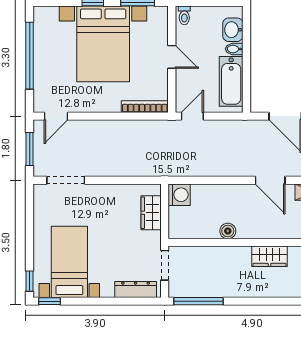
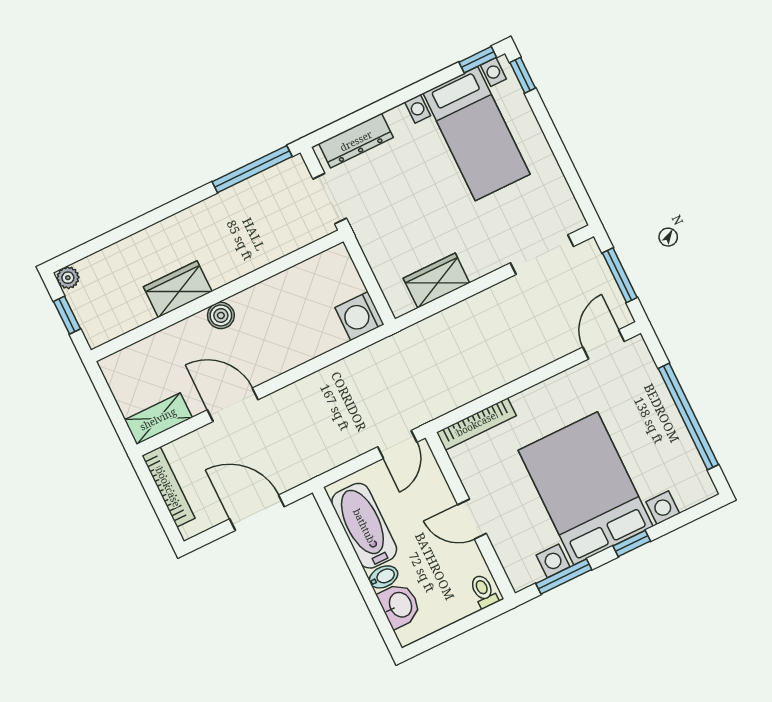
wardrobe: (151, 213) -> (436, 281), moved, turned -90
boiler: (228, 231) -> (221, 315), moved

